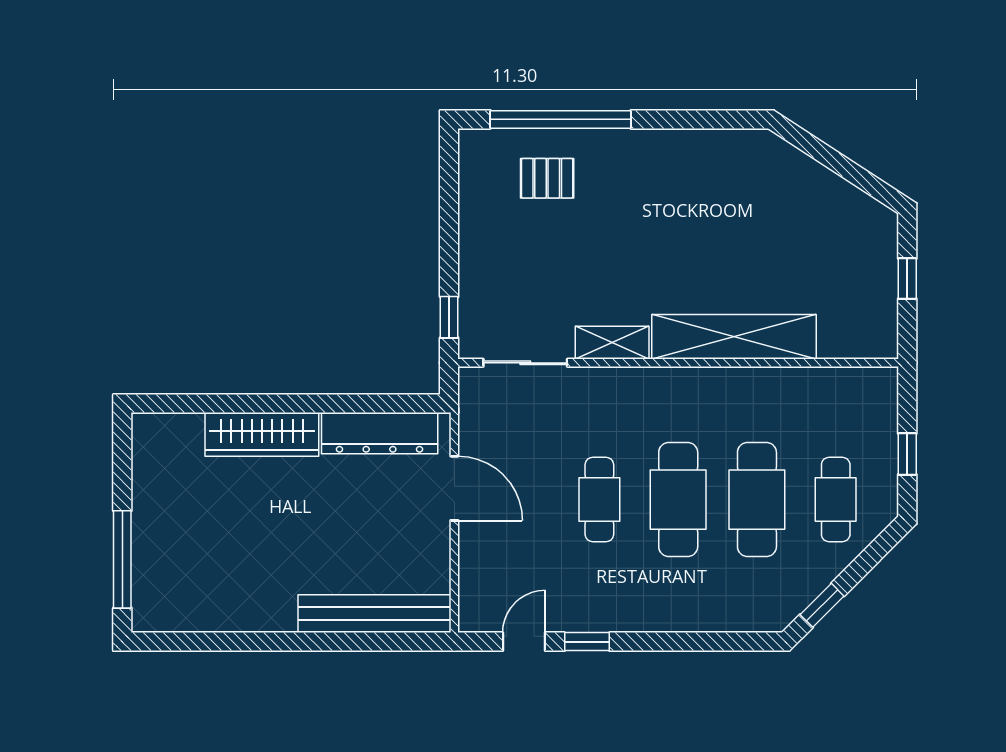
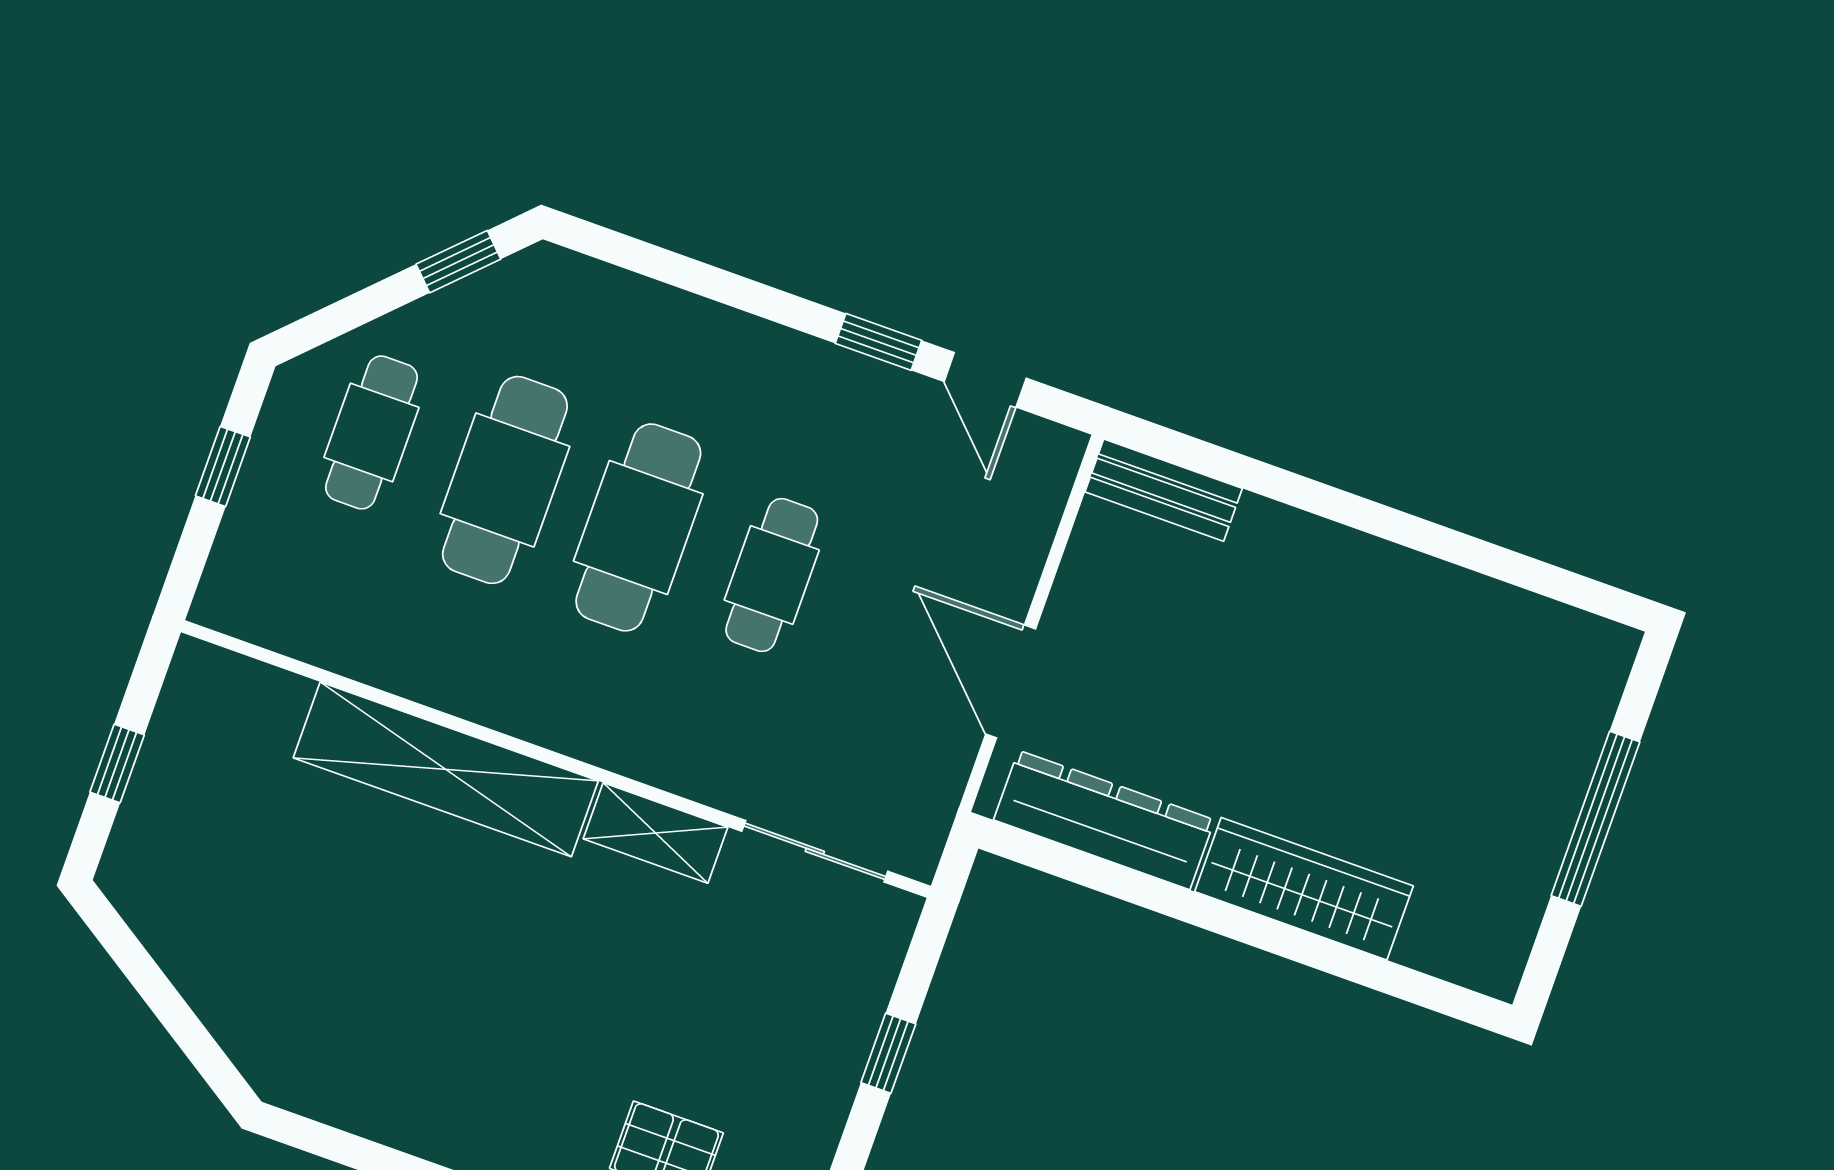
window: (449, 317) -> (888, 1053), moved
window: (122, 559) -> (1595, 819), moved
bench: (374, 614) -> (1164, 490), width x0.54, depth x0.82
door: (524, 642) -> (985, 380), hinge flipped

